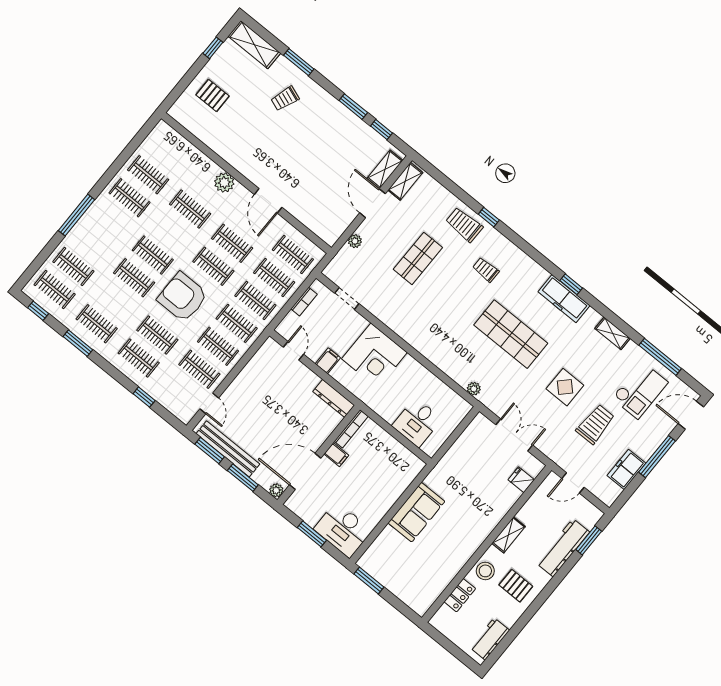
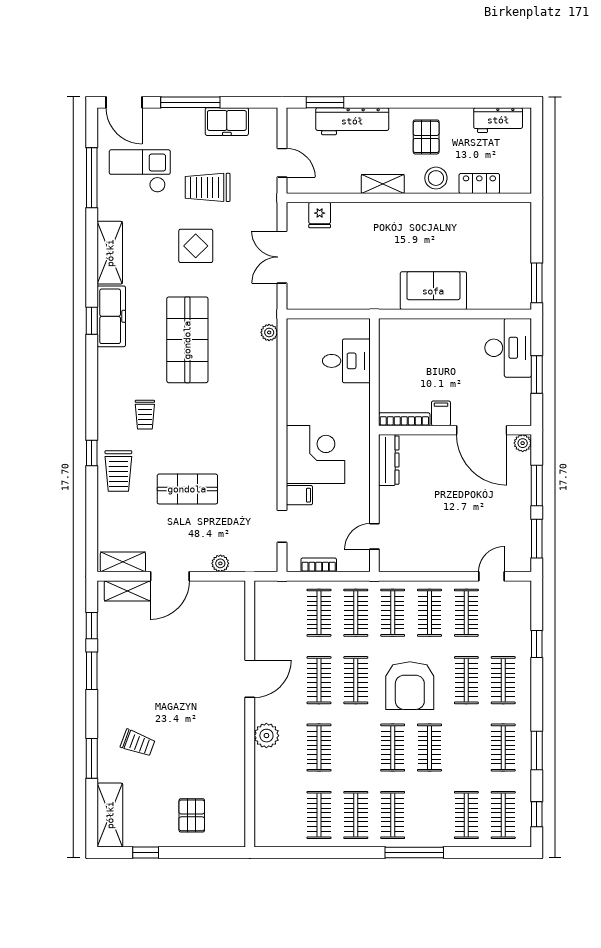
clothes rail: (293, 255) -> (393, 815), moved
shelving: (613, 333) -> (110, 253), width x1.50, depth x1.33
filing cabinet: (328, 361) -> (299, 495), moved, turned 180
bench: (228, 449) -> (521, 522), removed

